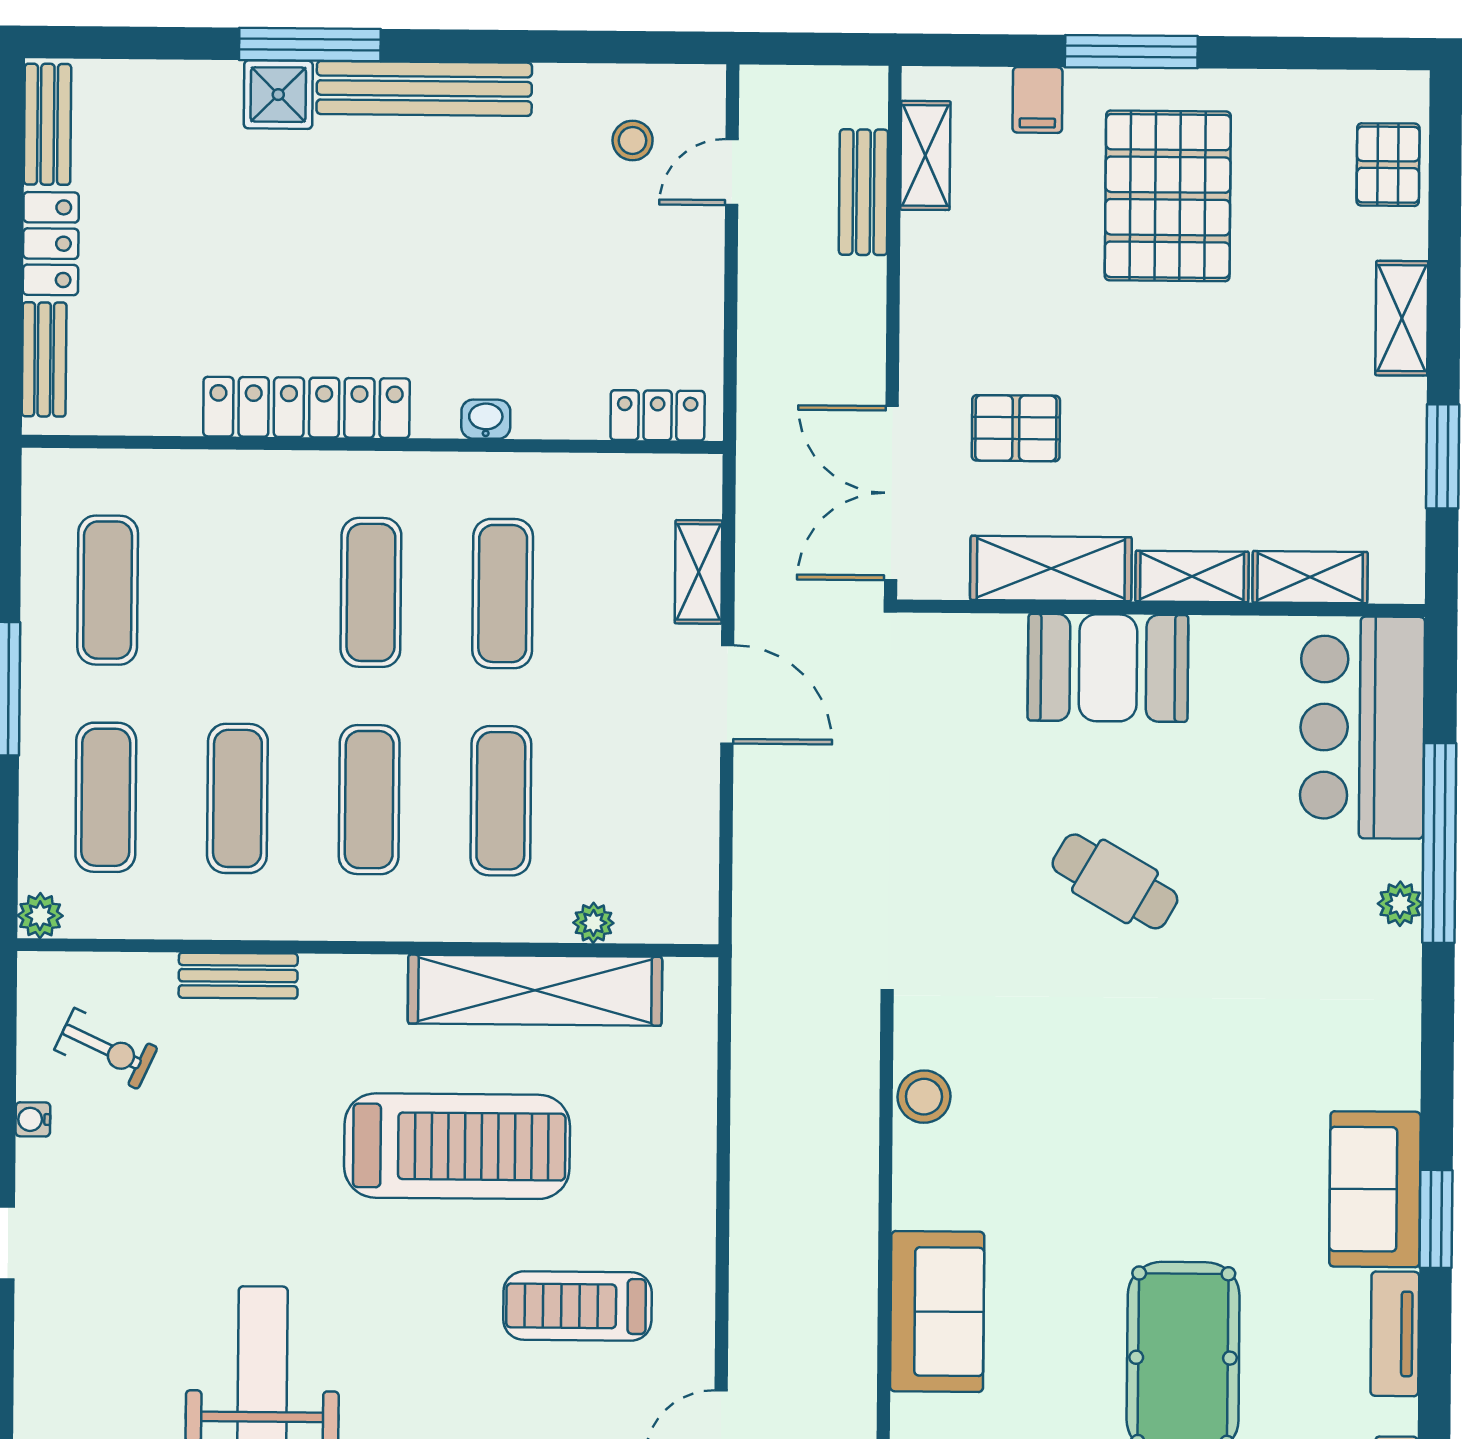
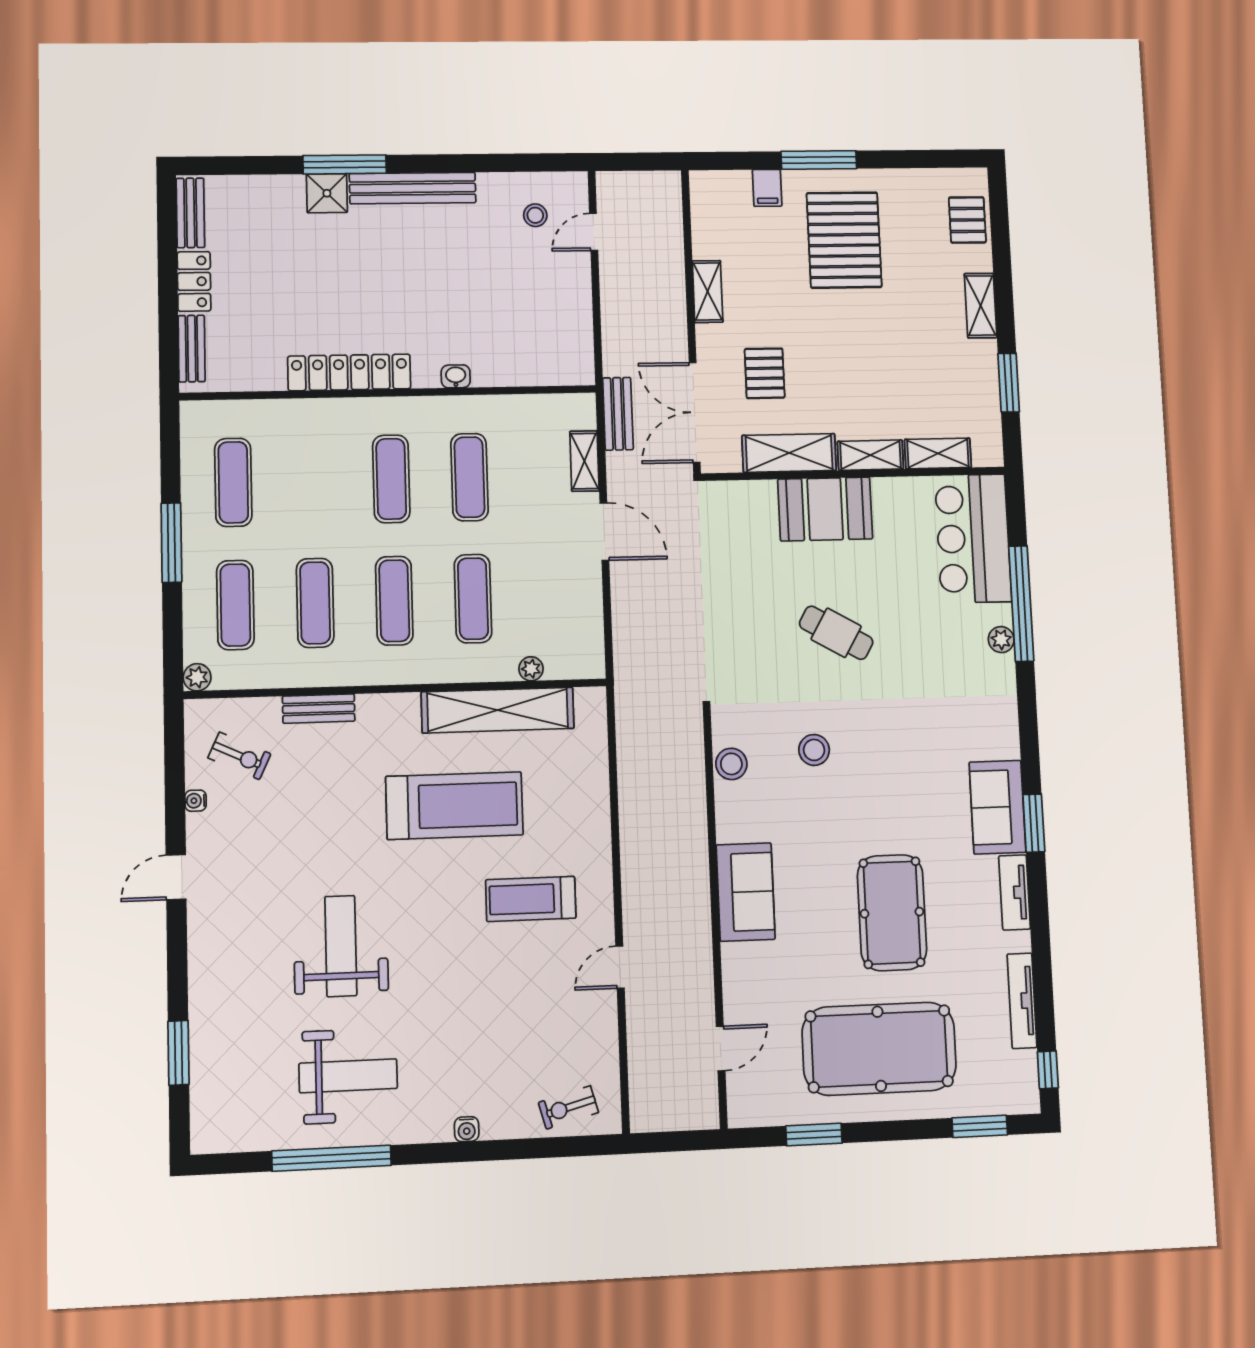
shelving: (925, 155) -> (708, 292), moved
bench: (863, 192) -> (618, 414), moved
locker: (658, 415) -> (556, 372), removed
pallet: (1016, 428) -> (765, 373), turned 90
stool: (1066, 1079) -> (814, 750), added

